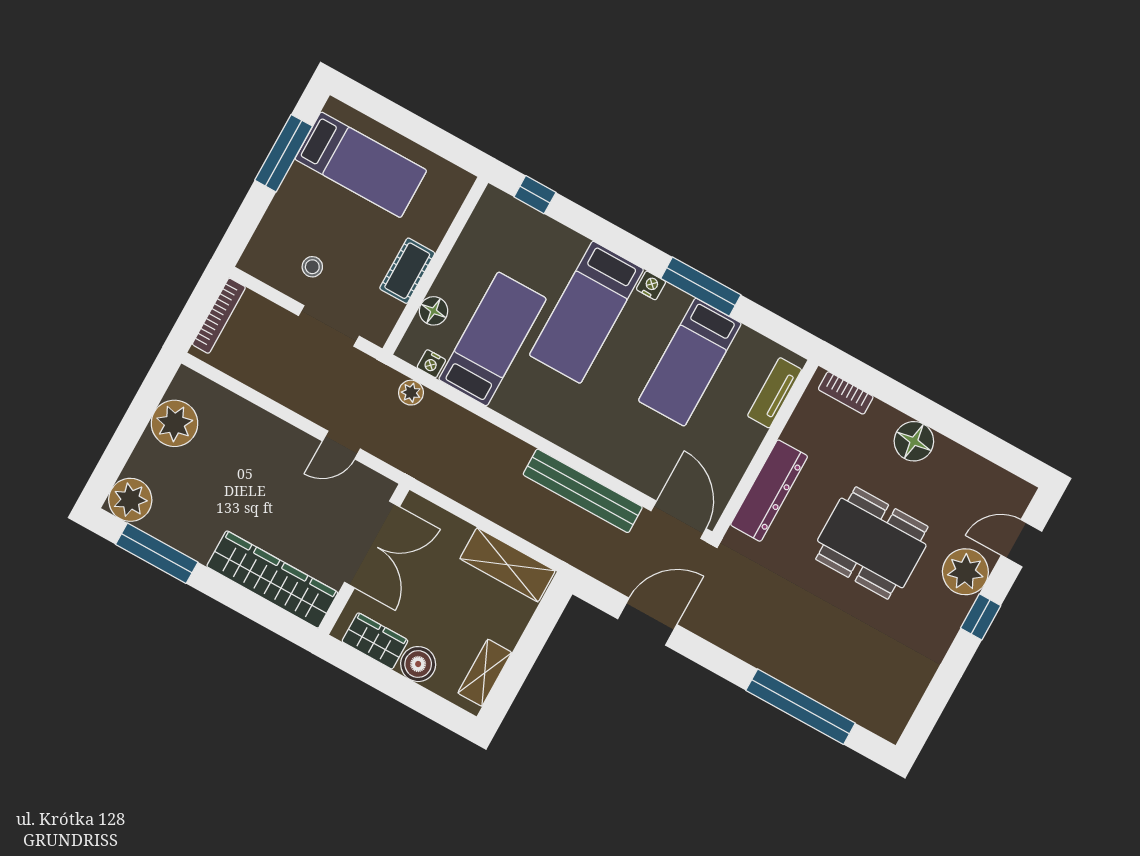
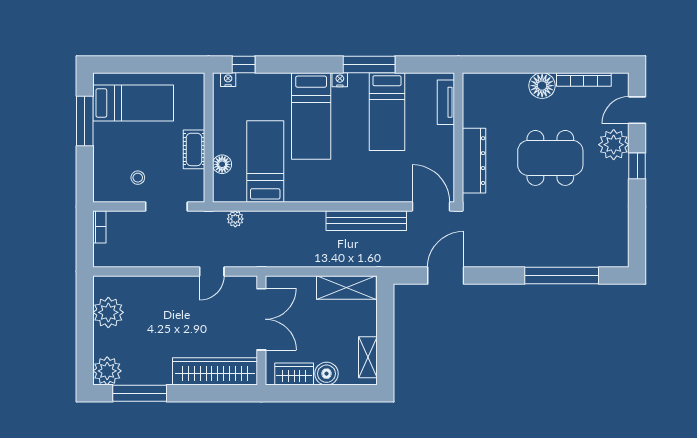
bookcase: (219, 316) -> (99, 227), width x0.64
nightstand: (431, 364) -> (228, 80), moved, turned 180
bookcase: (846, 393) -> (584, 79), moved, width x1.56

